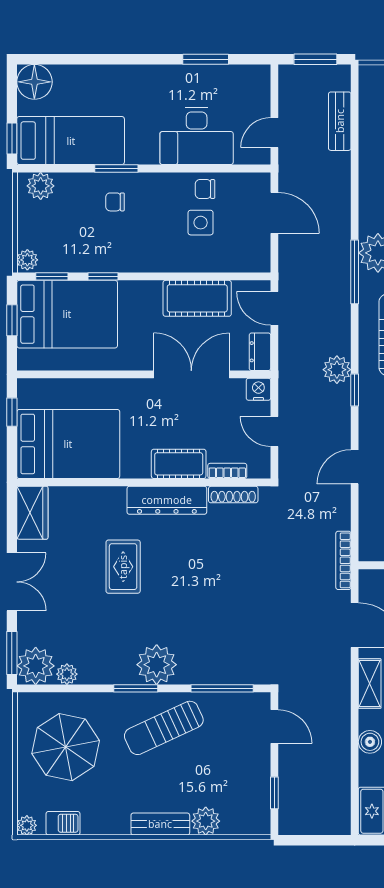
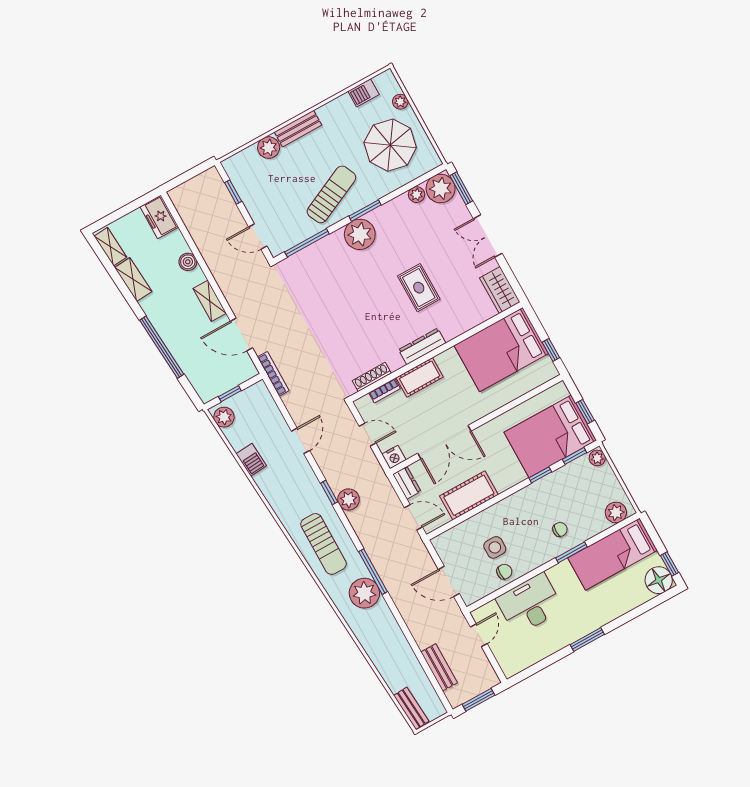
window: (206, 59) -> (587, 640), moved
window: (12, 138) -> (670, 564), moved
dresser: (167, 500) -> (422, 346), width x0.73, depth x0.80
plant: (27, 825) -> (400, 102), moved

